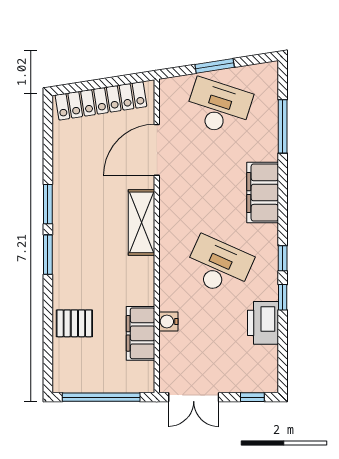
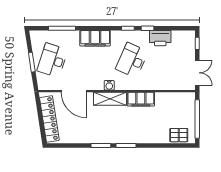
water cooler: (168, 322) -> (109, 85), moved
pallet: (74, 323) -> (179, 135), moved, turned 90
filing cabinet: (140, 333) -> (141, 99), moved

